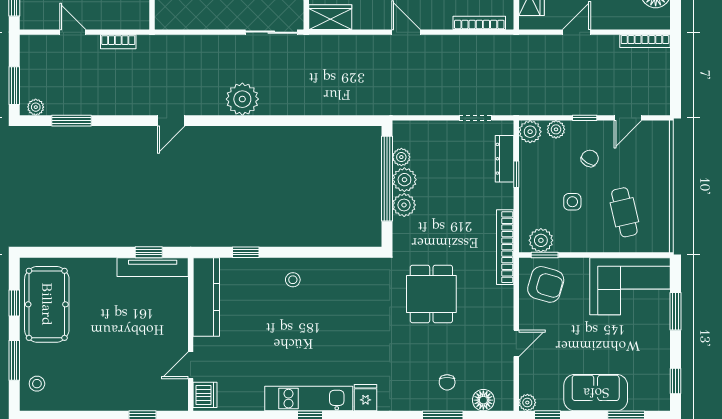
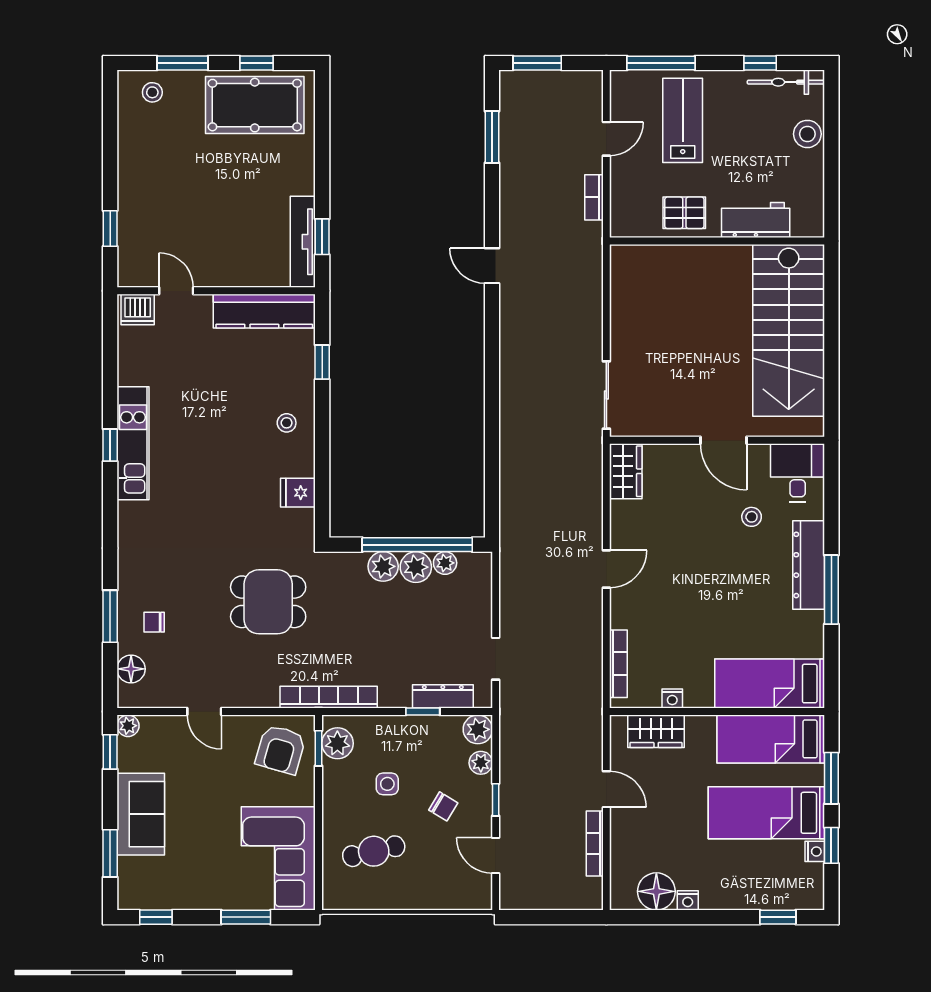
bookcase: (645, 41) -> (595, 843), moved
plant: (242, 99) -> (520, 358), removed
plant: (36, 107) -> (510, 91), removed
fridge: (365, 398) -> (298, 493), moved, turned 180

